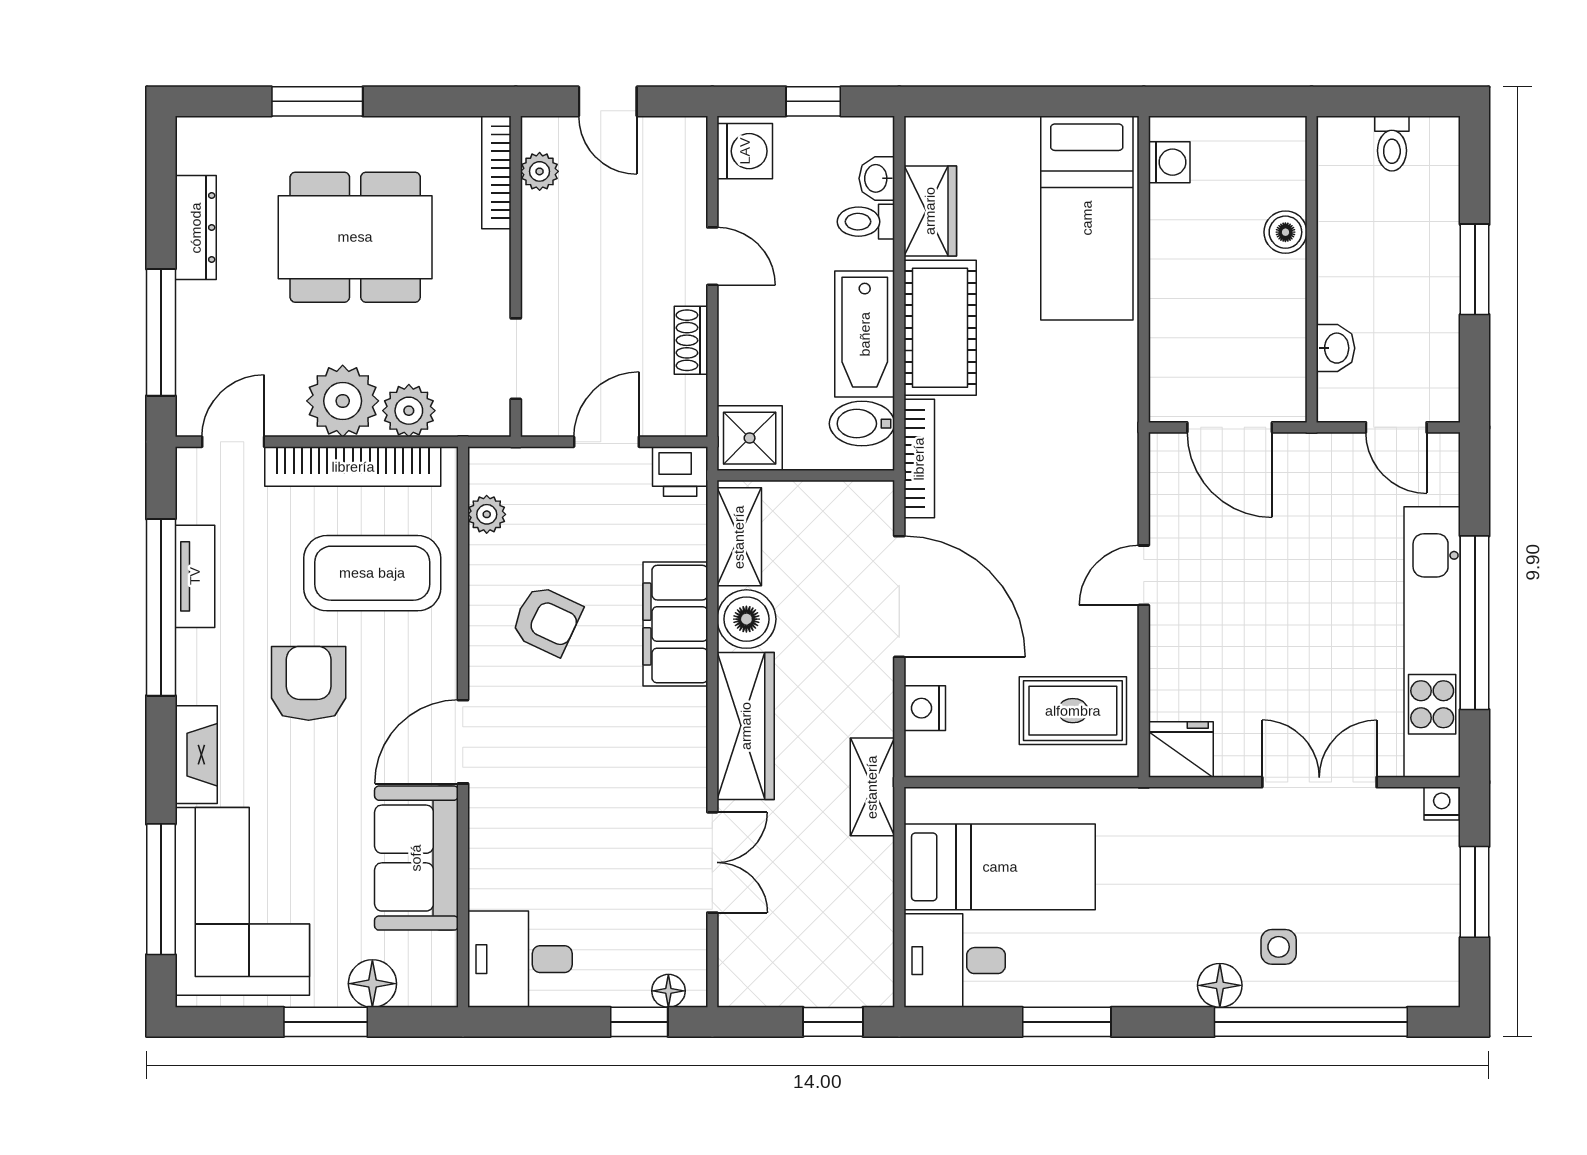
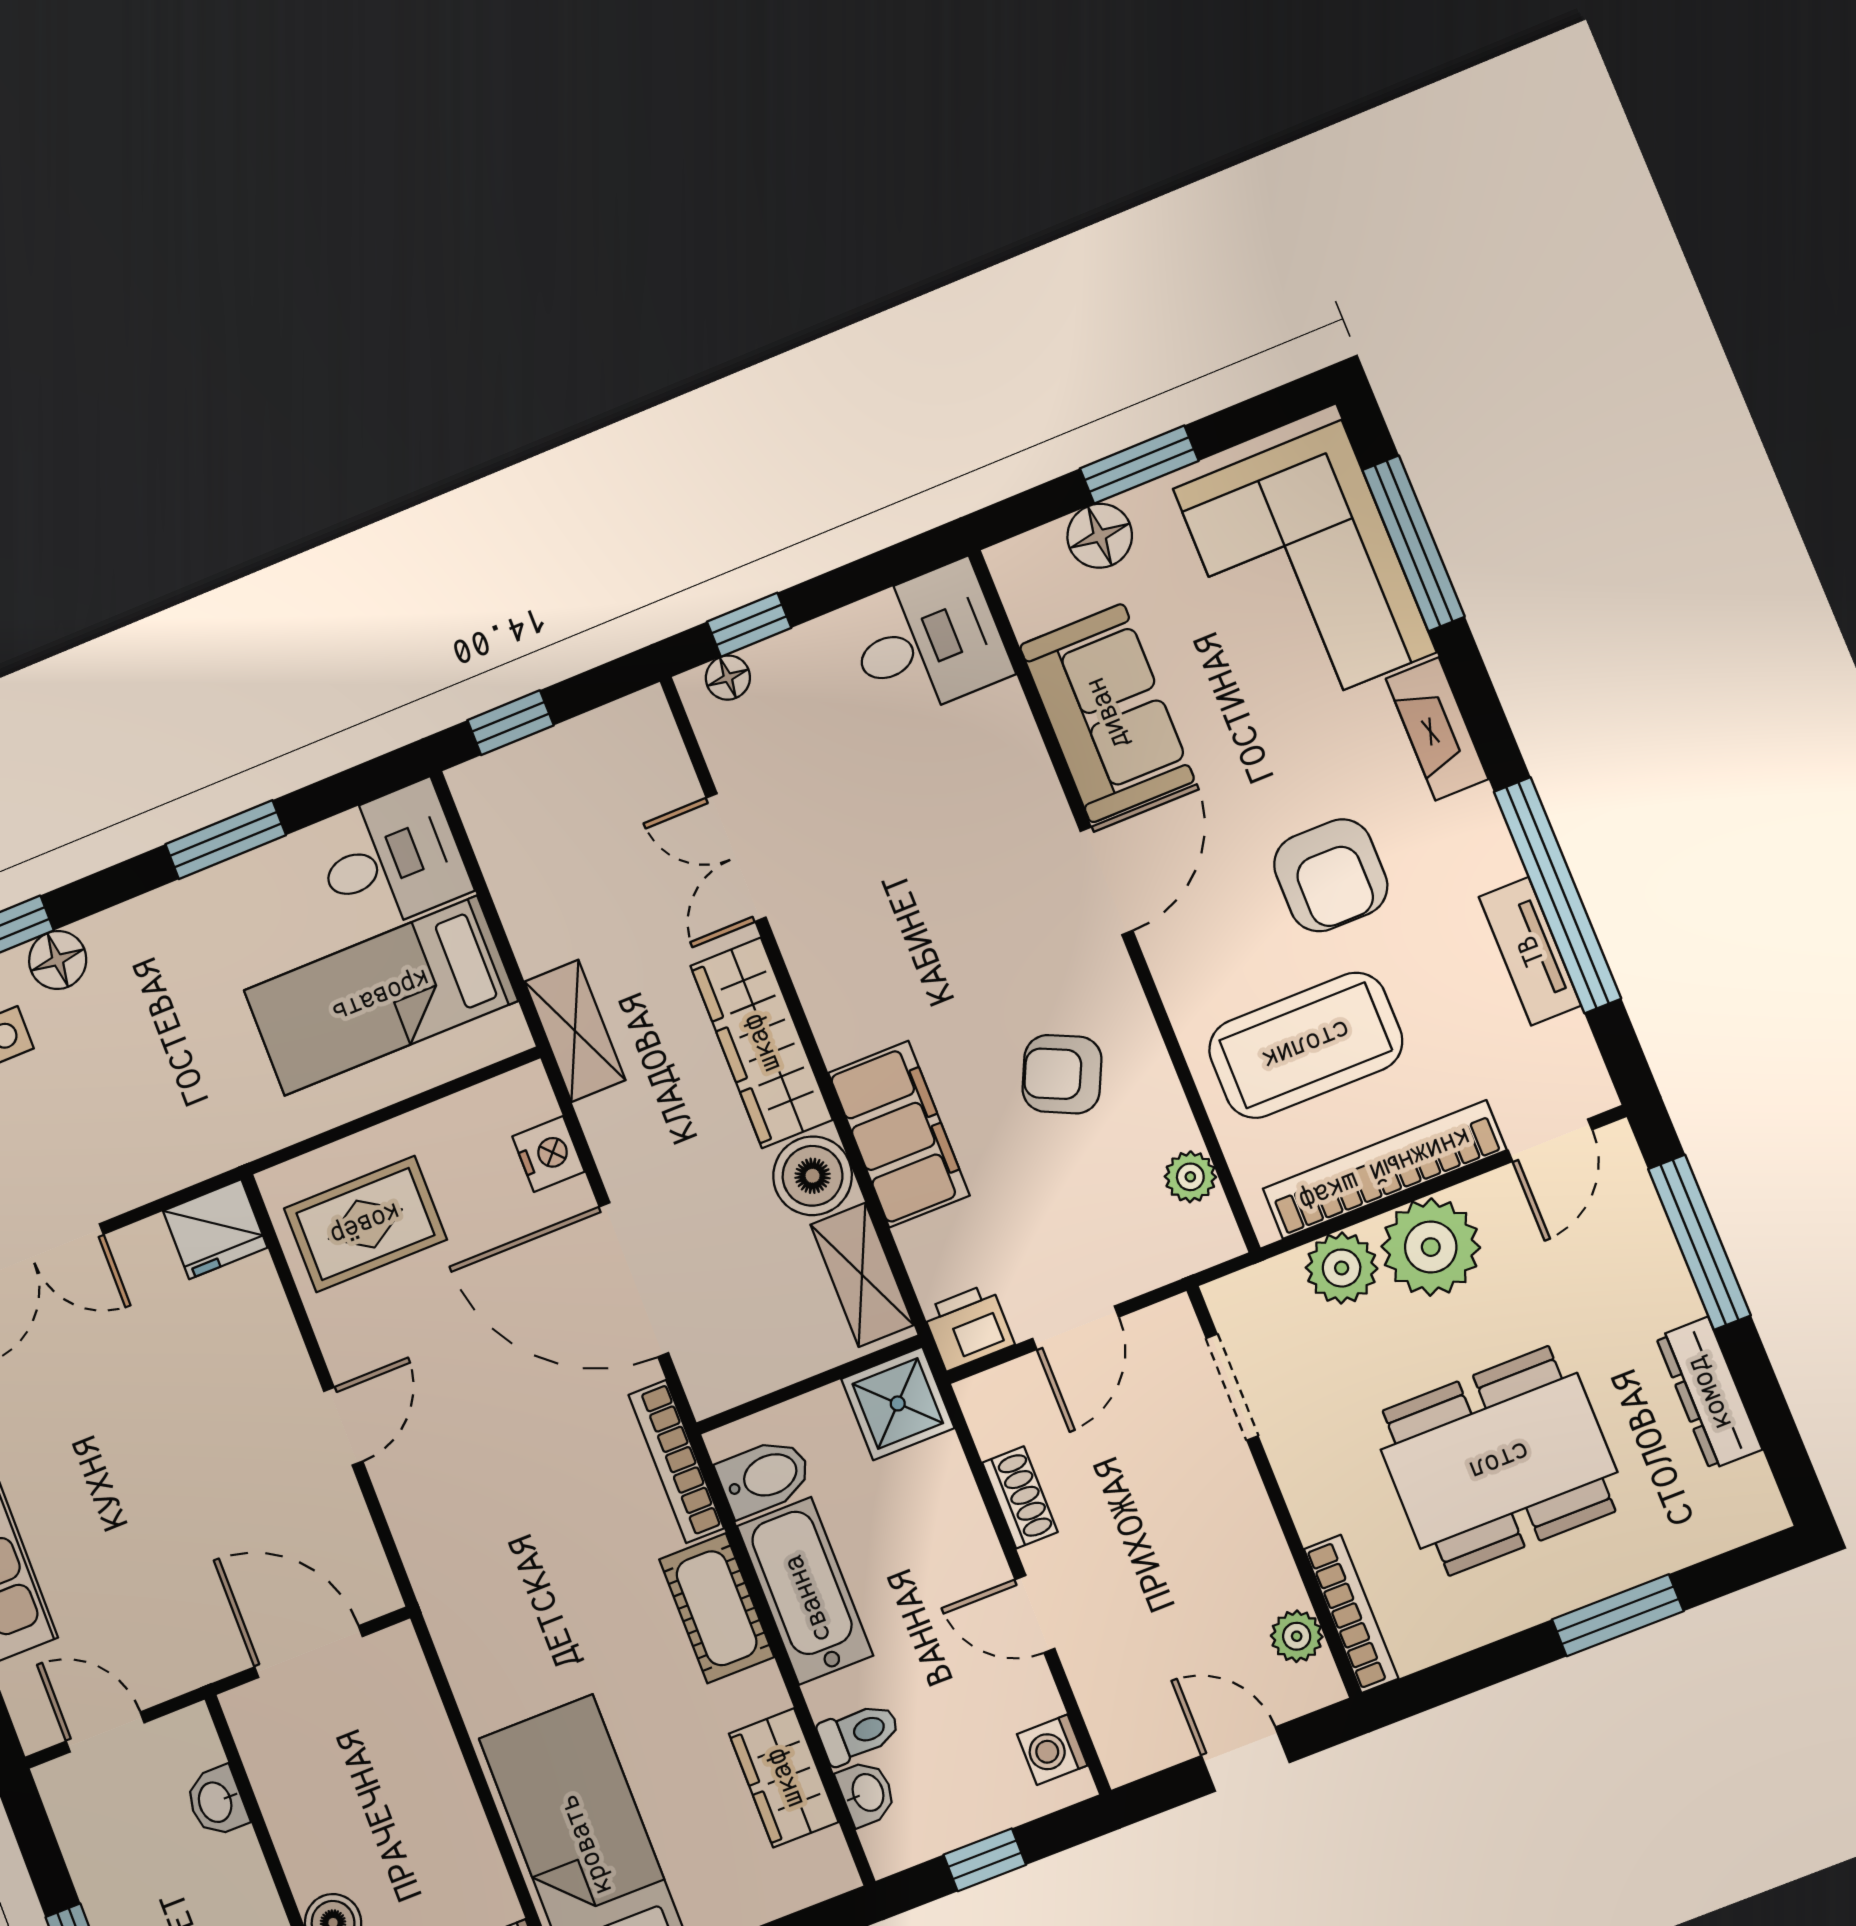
washing machine: (745, 151) -> (1052, 1750), width x0.73, depth x0.73
cot: (940, 328) -> (717, 1608), width x0.73, depth x0.75

